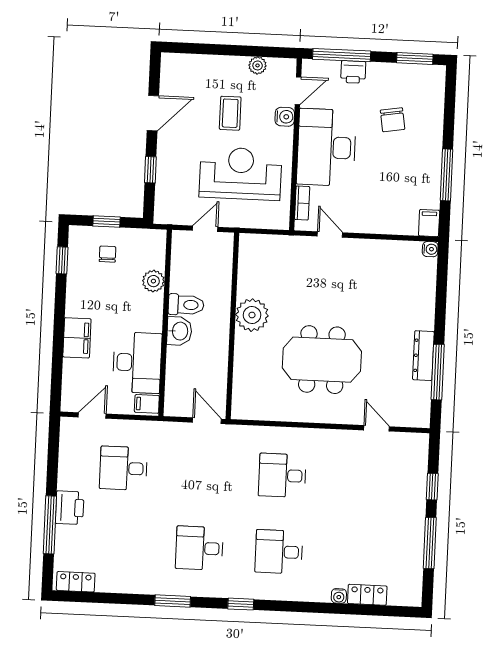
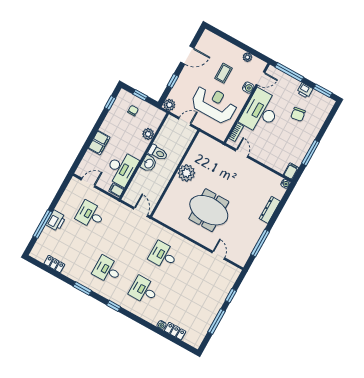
printer: (353, 72) -> (305, 90), moved
plant: (165, 213) -> (169, 105), added
dresser: (423, 356) -> (270, 210), moved
locker: (76, 582) -> (54, 264), moved

